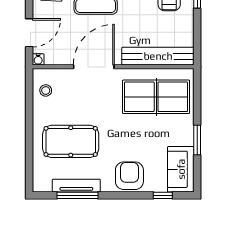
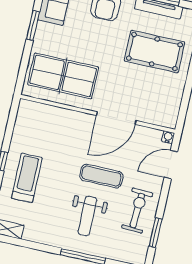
bench: (158, 56) -> (53, 114), removed
stool: (46, 90) -> (167, 106), removed

